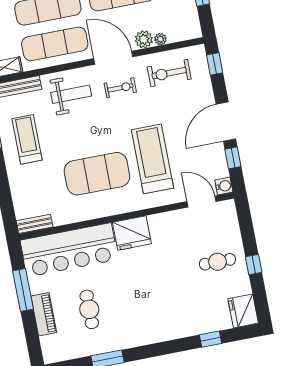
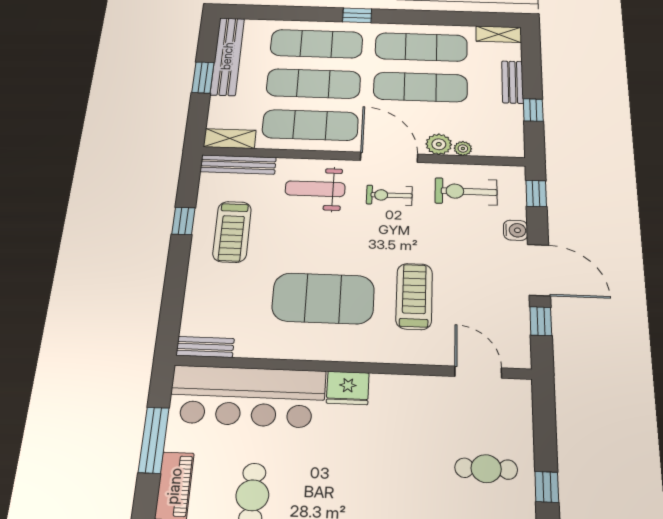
exercise bike: (120, 88) -> (389, 195), turned 180
weight bench: (71, 94) -> (315, 189), turned 180
door: (226, 122) -> (539, 270), swing flipped
treadmill: (27, 139) -> (232, 232), turned 180
treadmill: (152, 159) -> (414, 296), width x0.73, depth x0.73
water cooler: (224, 186) -> (516, 230), moved
fridge: (132, 233) -> (348, 388), width x0.73, depth x0.75

